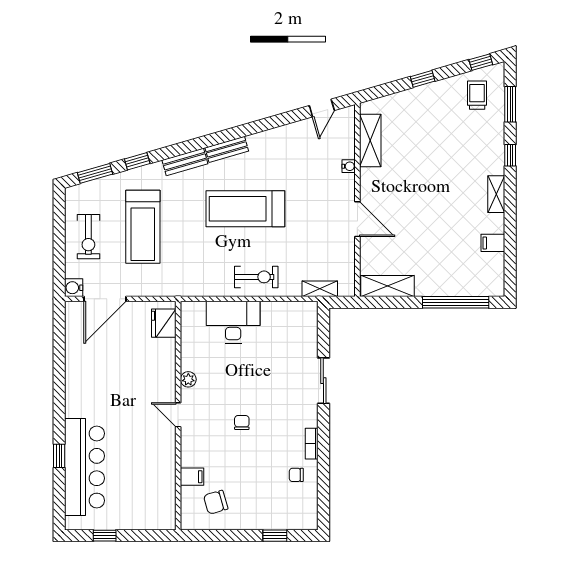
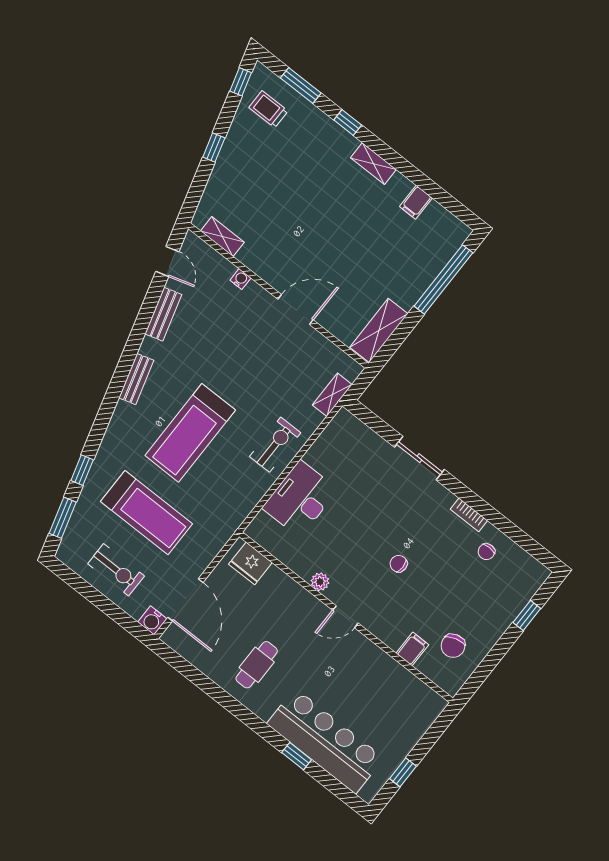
shelving: (370, 141) -> (222, 237), width x0.67, depth x0.75
bench: (185, 162) -> (163, 314), moved
treadmill: (245, 209) -> (190, 433), moved
cafe table: (99, 381) -> (257, 665), added

